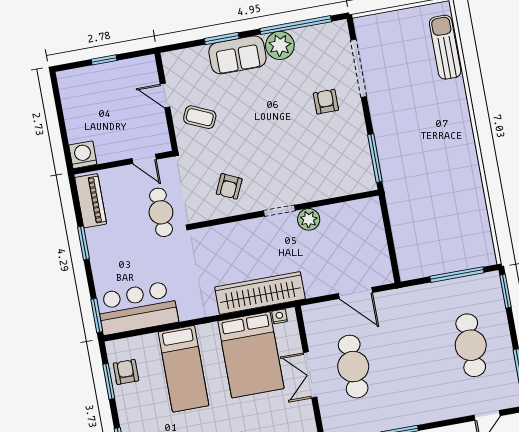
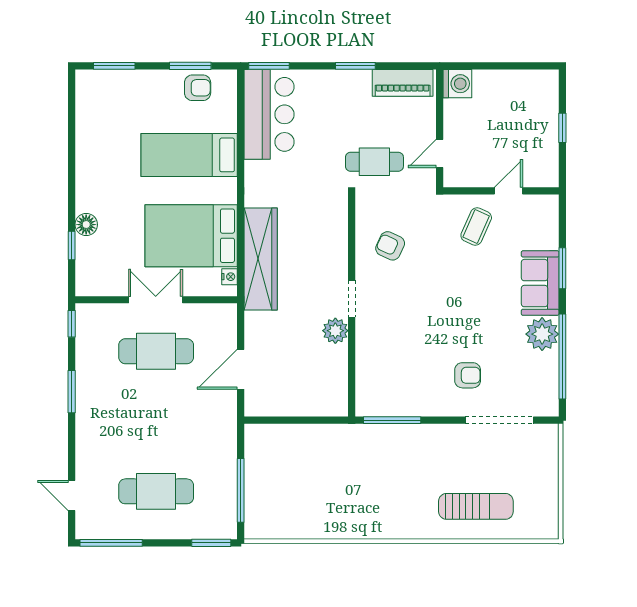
sun lounger: (445, 47) -> (476, 506), moved

